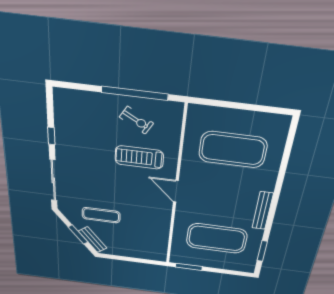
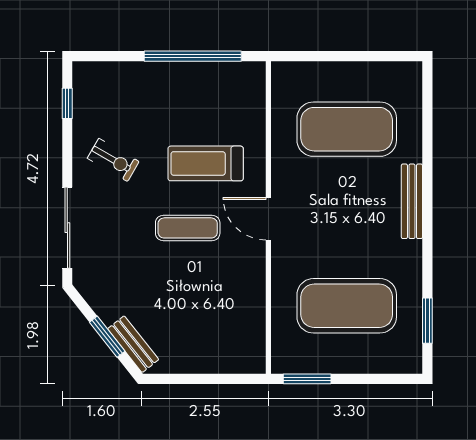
exercise bike: (136, 120) -> (113, 160), moved
window: (51, 136) -> (67, 103), moved
bench: (263, 211) -> (412, 201), moved
exercise mat: (101, 215) -> (188, 228), moved

